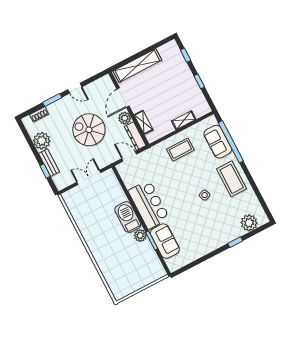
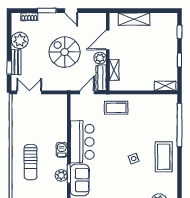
shelving: (137, 66) -> (134, 19), width x0.68
shelving: (184, 120) -> (165, 86), moved
sofa: (218, 142) -> (168, 119), removed
coffee table: (180, 150) -> (116, 108), moved
door: (129, 156) -> (87, 92), hinge flipped
double door: (89, 177) -> (29, 92), moved
barbecue: (128, 217) -> (62, 150), width x0.53, depth x0.65
plant: (140, 235) -> (61, 175), moved
sun lounger: (111, 248) -> (31, 162), added

